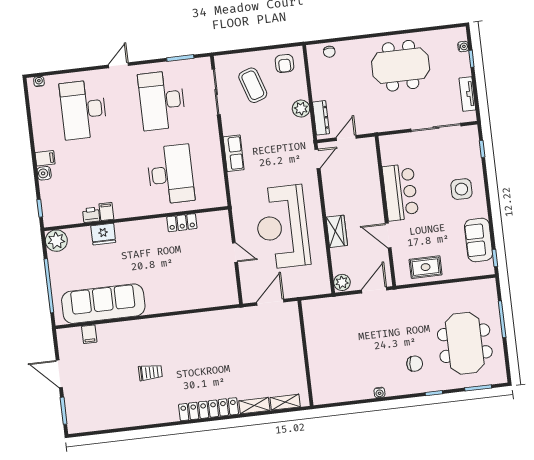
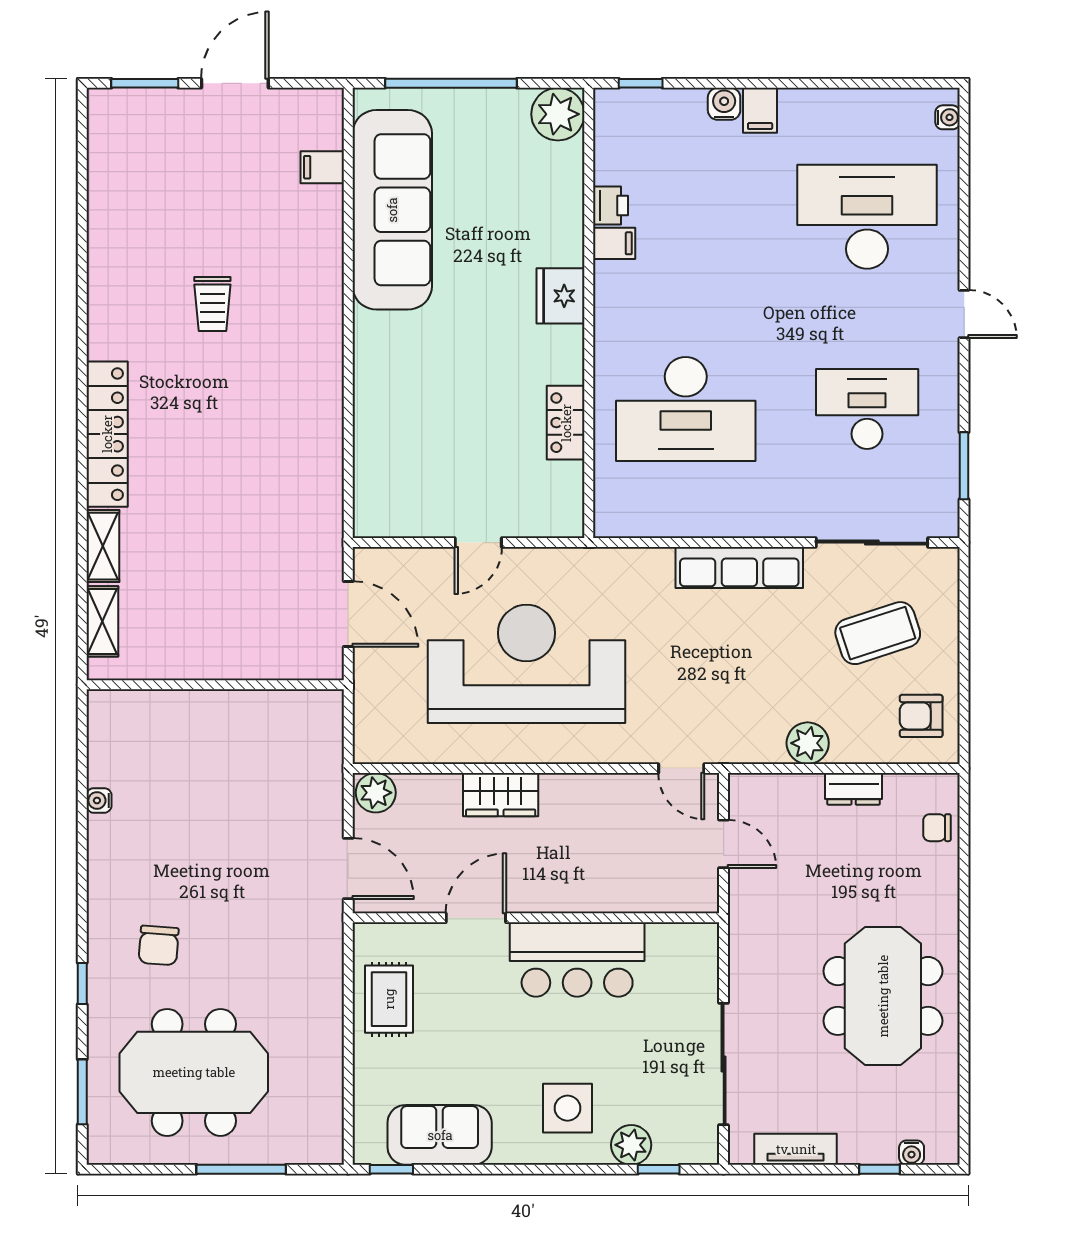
desk: (162, 100) -> (867, 409), width x0.73, depth x0.77
dresser: (321, 118) -> (854, 789), moved, width x0.70
row of seats: (234, 153) -> (739, 567), width x1.48
plant: (473, 161) -> (631, 1145), added
fridge: (103, 234) -> (560, 296), moved
water cooler: (379, 392) -> (99, 800), moved

